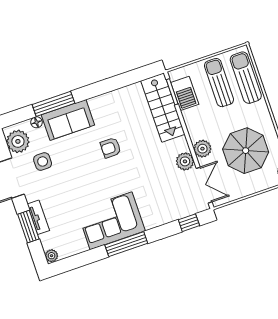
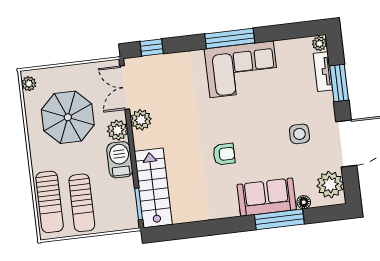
barbecue: (185, 93) -> (120, 160), moved
side table: (43, 161) -> (299, 134), moved
tv unit: (38, 217) -> (323, 72), moved

